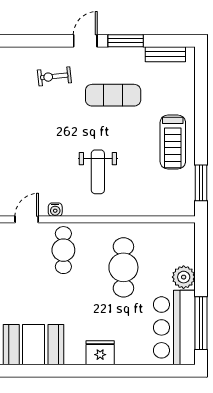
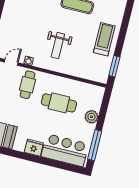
treadmill: (173, 142) -> (104, 39), turned 180
cafe table: (123, 267) -> (59, 103), turned 90
bar counter: (174, 327) -> (65, 150), moved, turned 90

